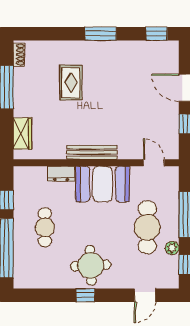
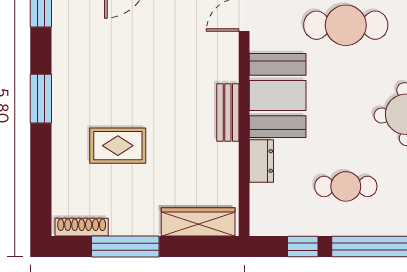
shoe rack: (19, 55) -> (82, 227), width x1.43
wardrobe: (22, 134) -> (198, 222), width x1.50
bench: (92, 152) -> (228, 112), width x0.73

